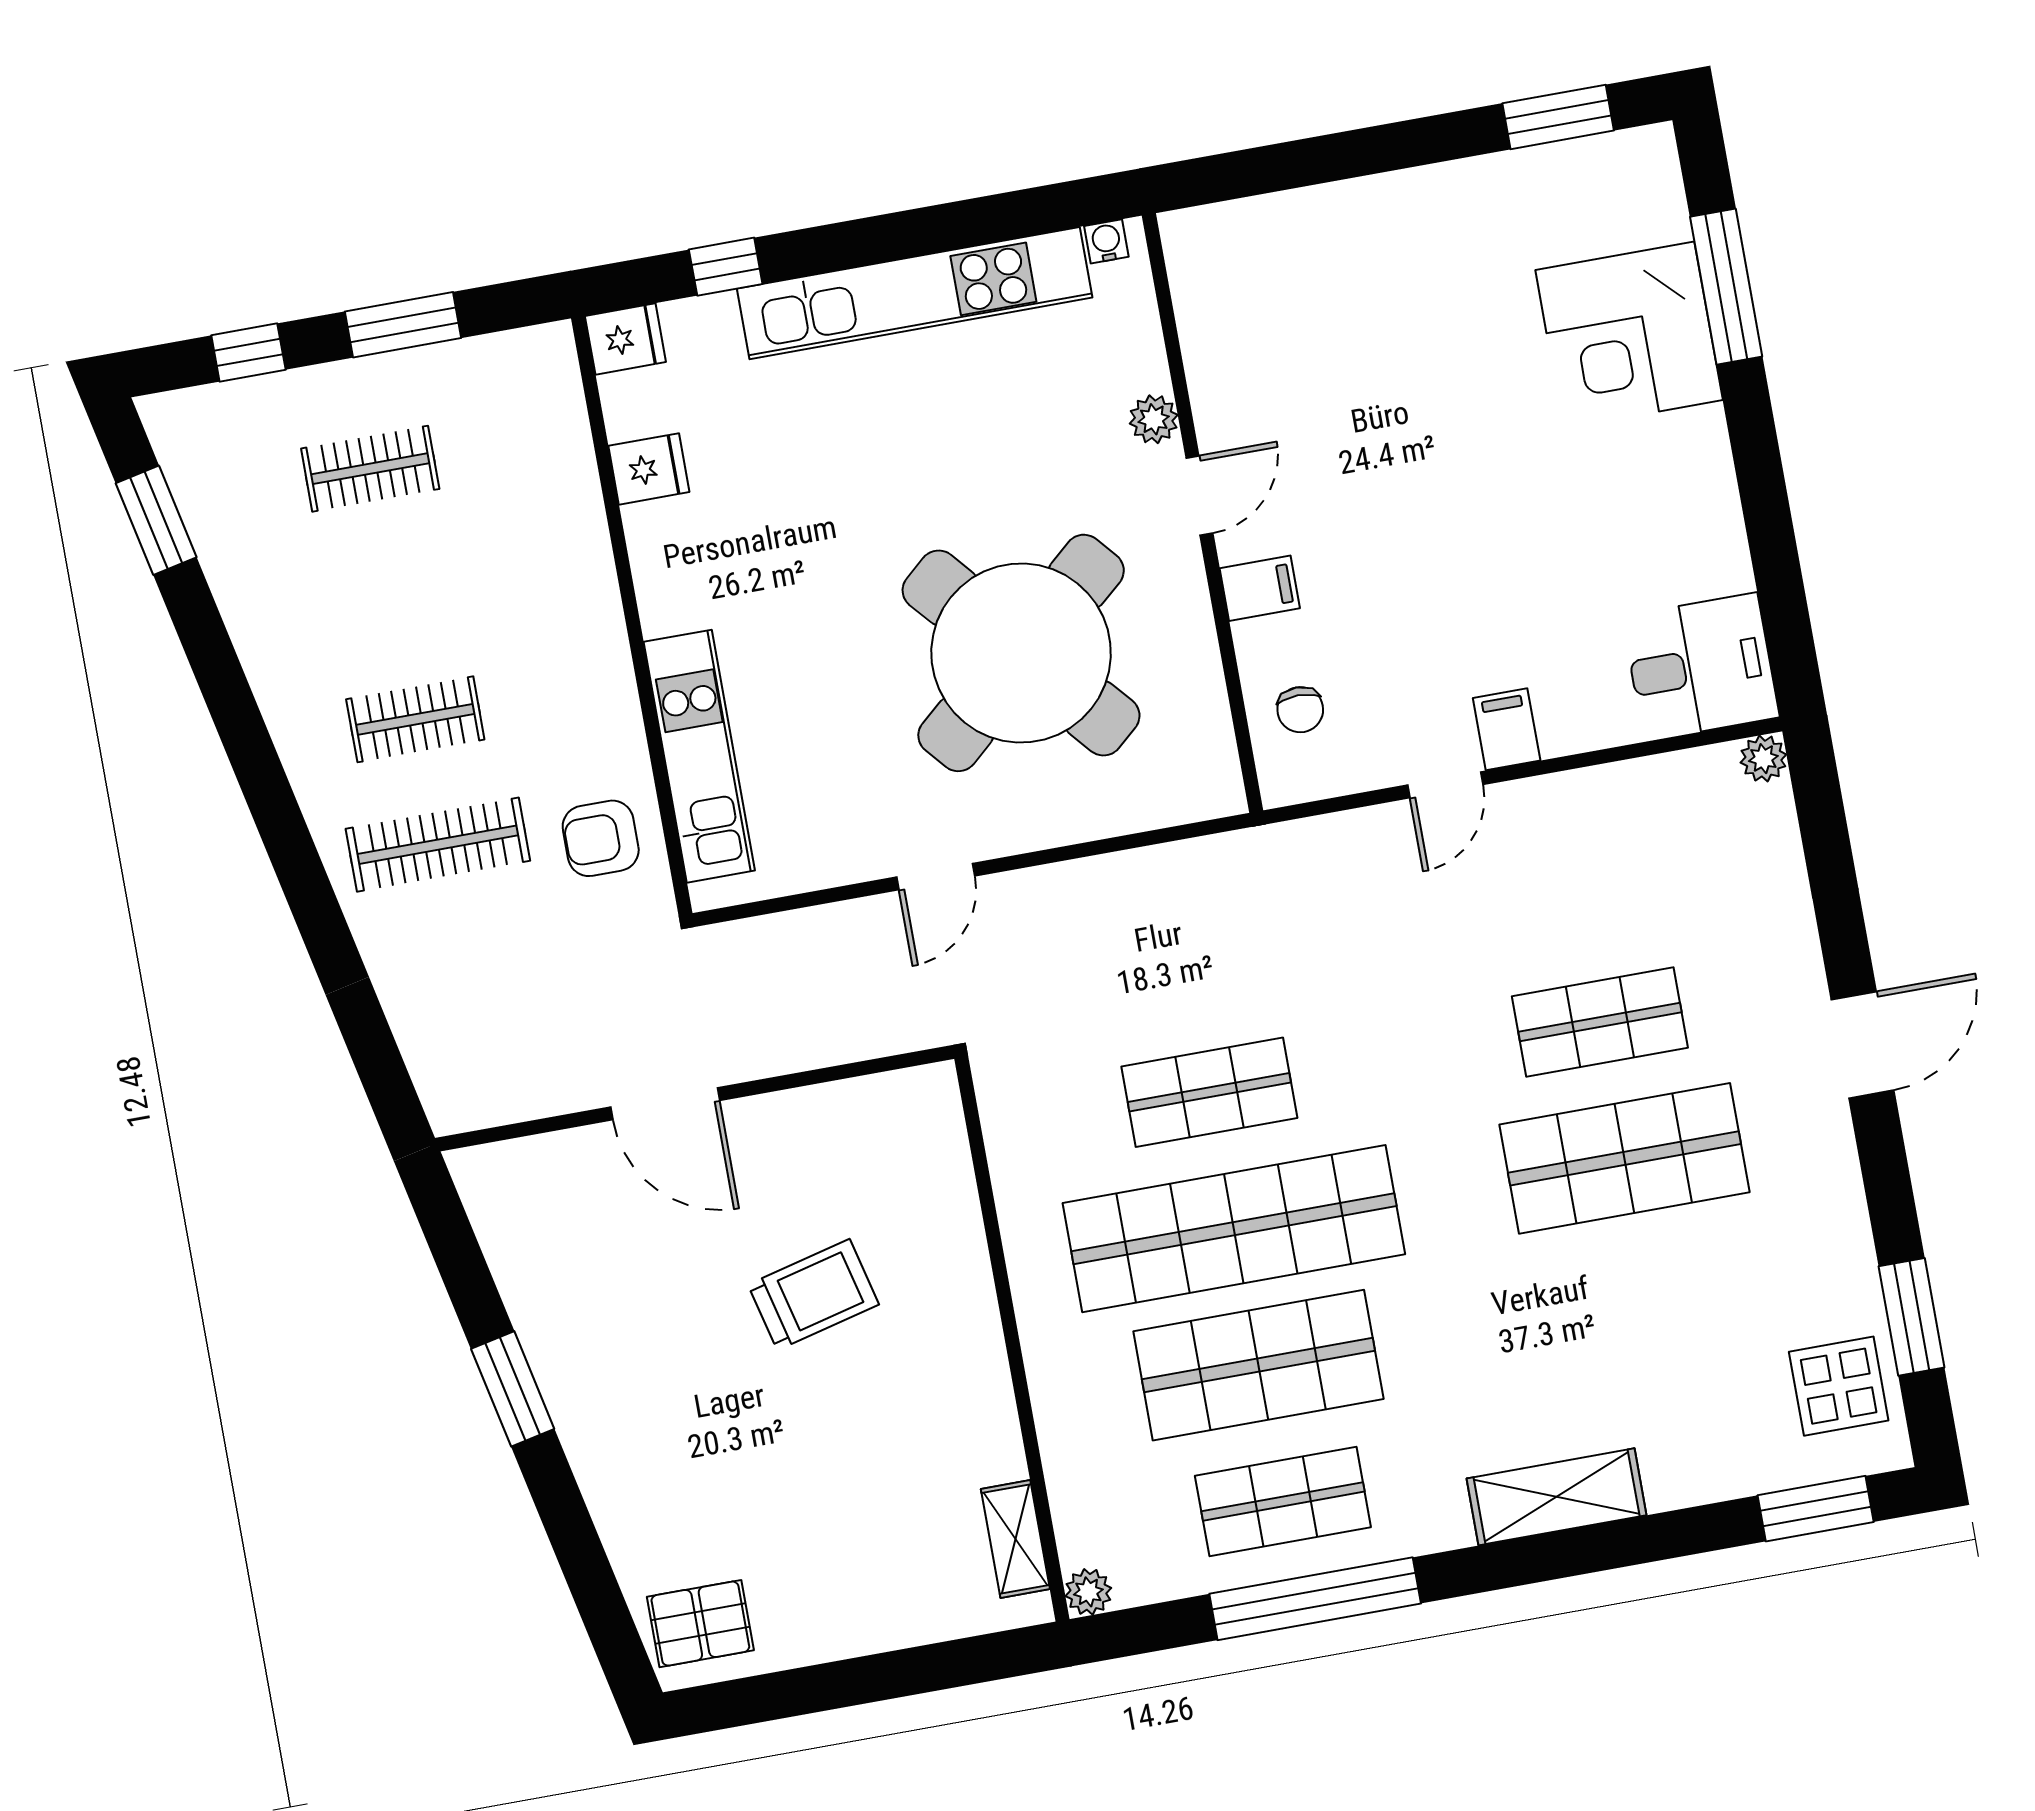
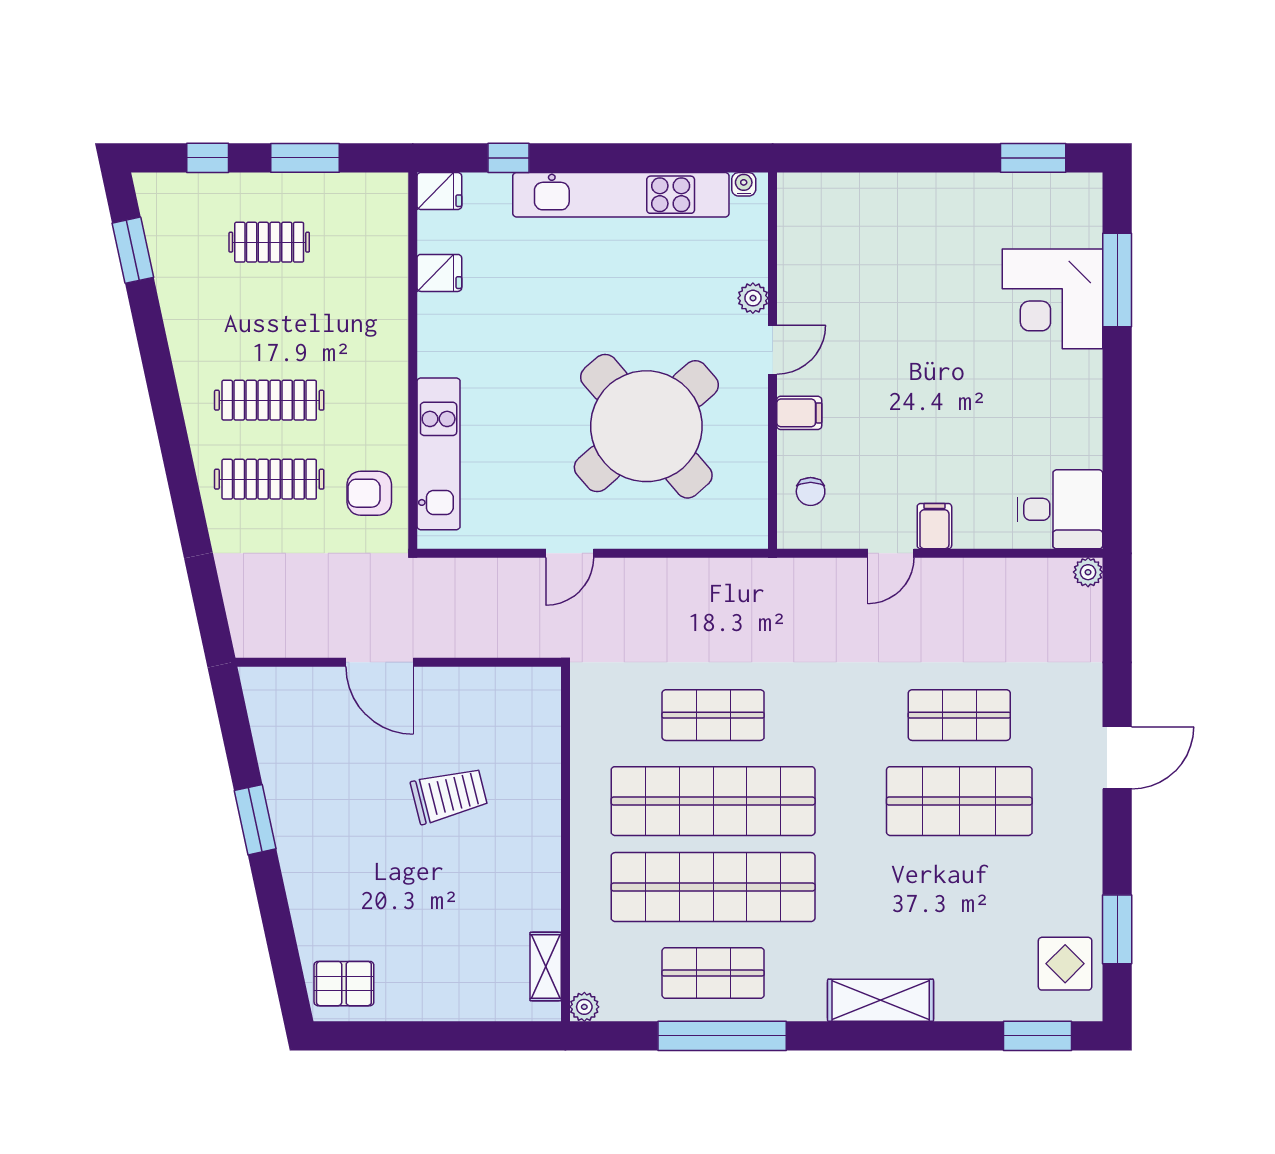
clothes rail: (415, 719) -> (269, 400), width x1.36
shop shelf: (1258, 1365) -> (713, 887), width x1.40

